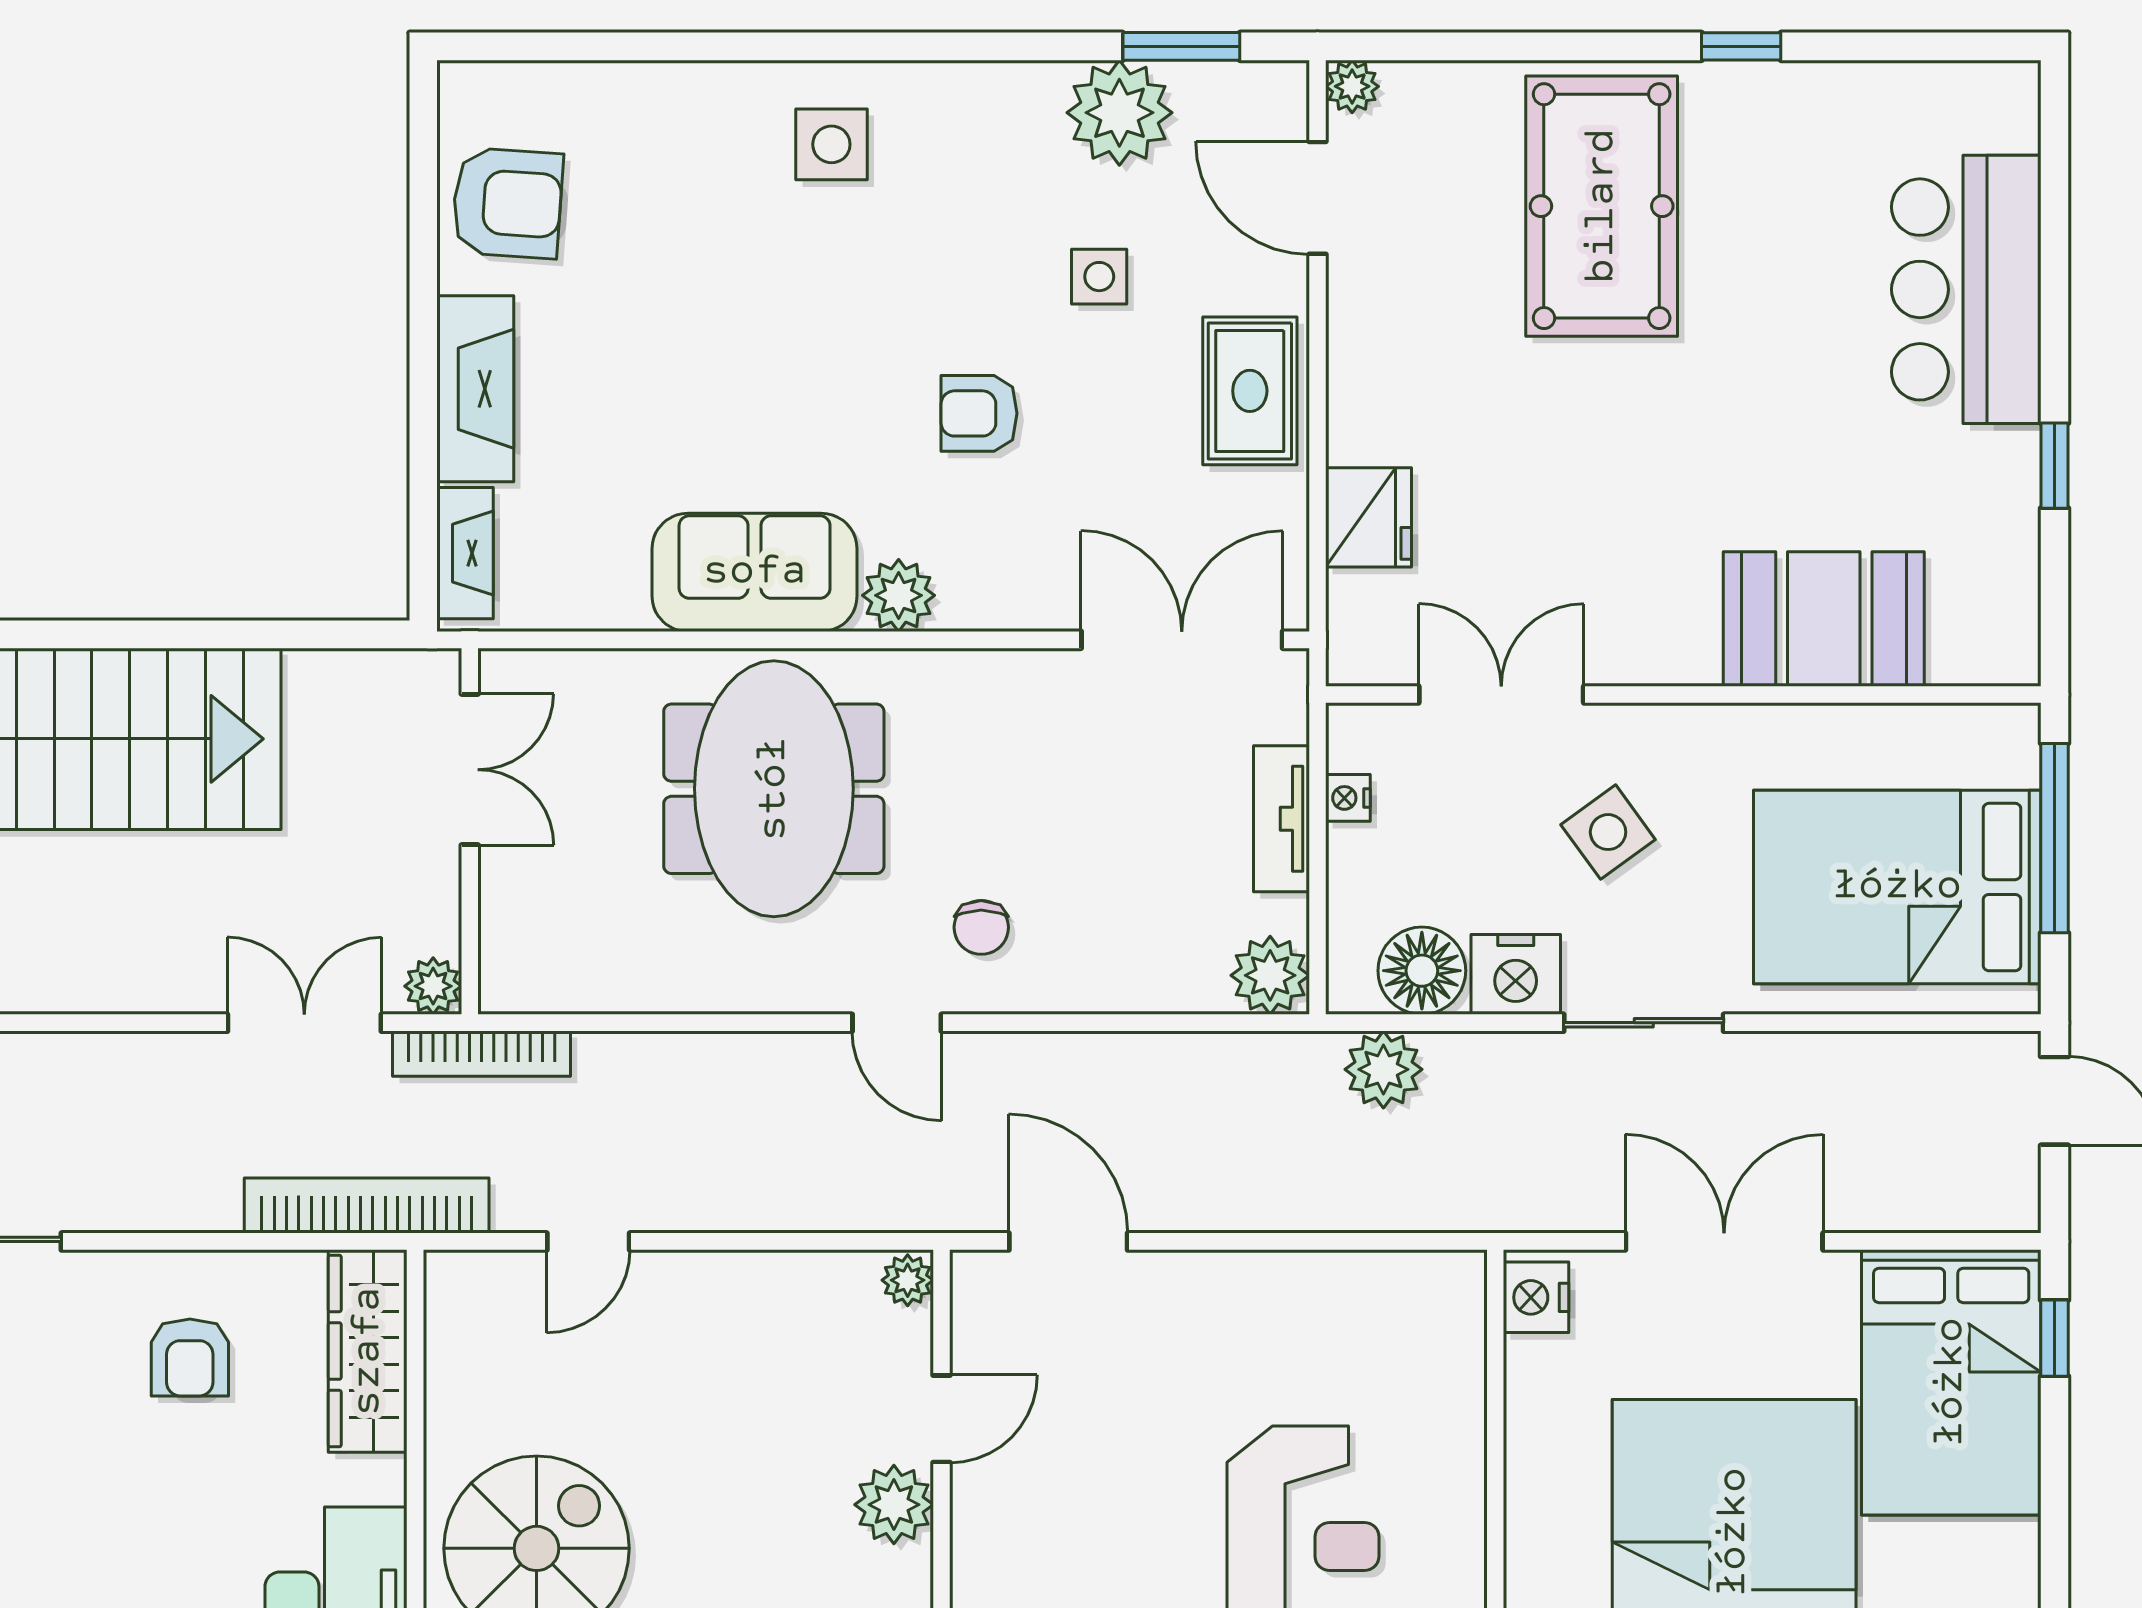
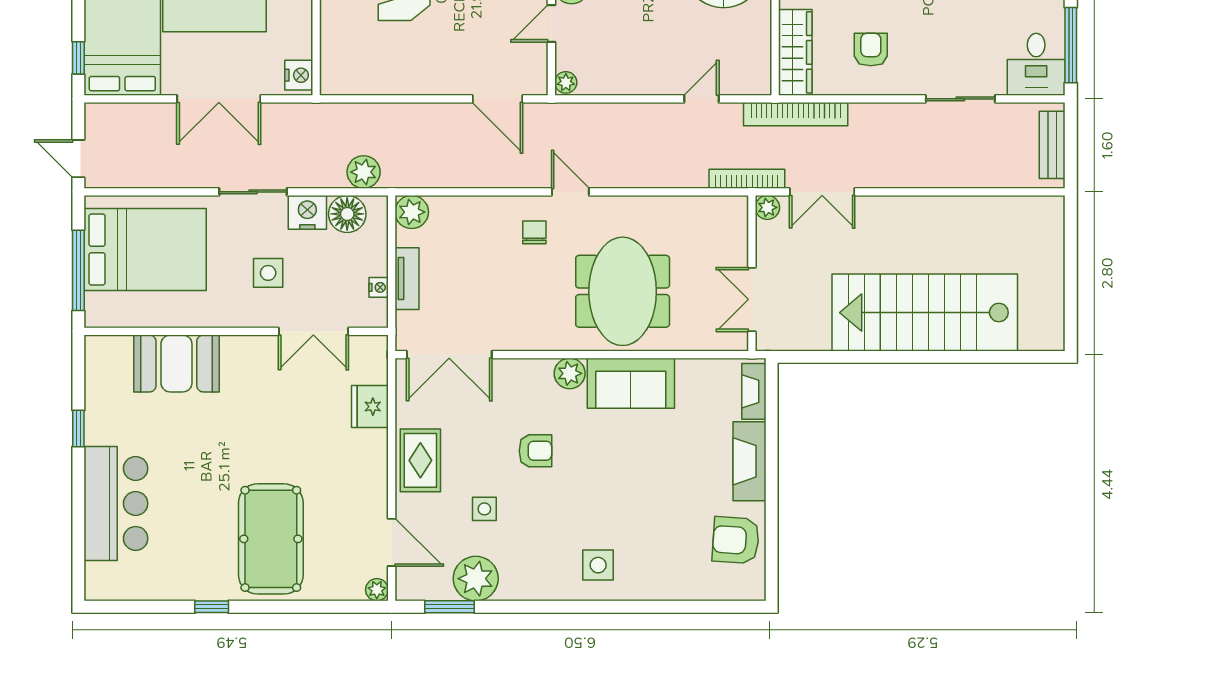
side table: (1608, 832) -> (268, 273), turned 36

